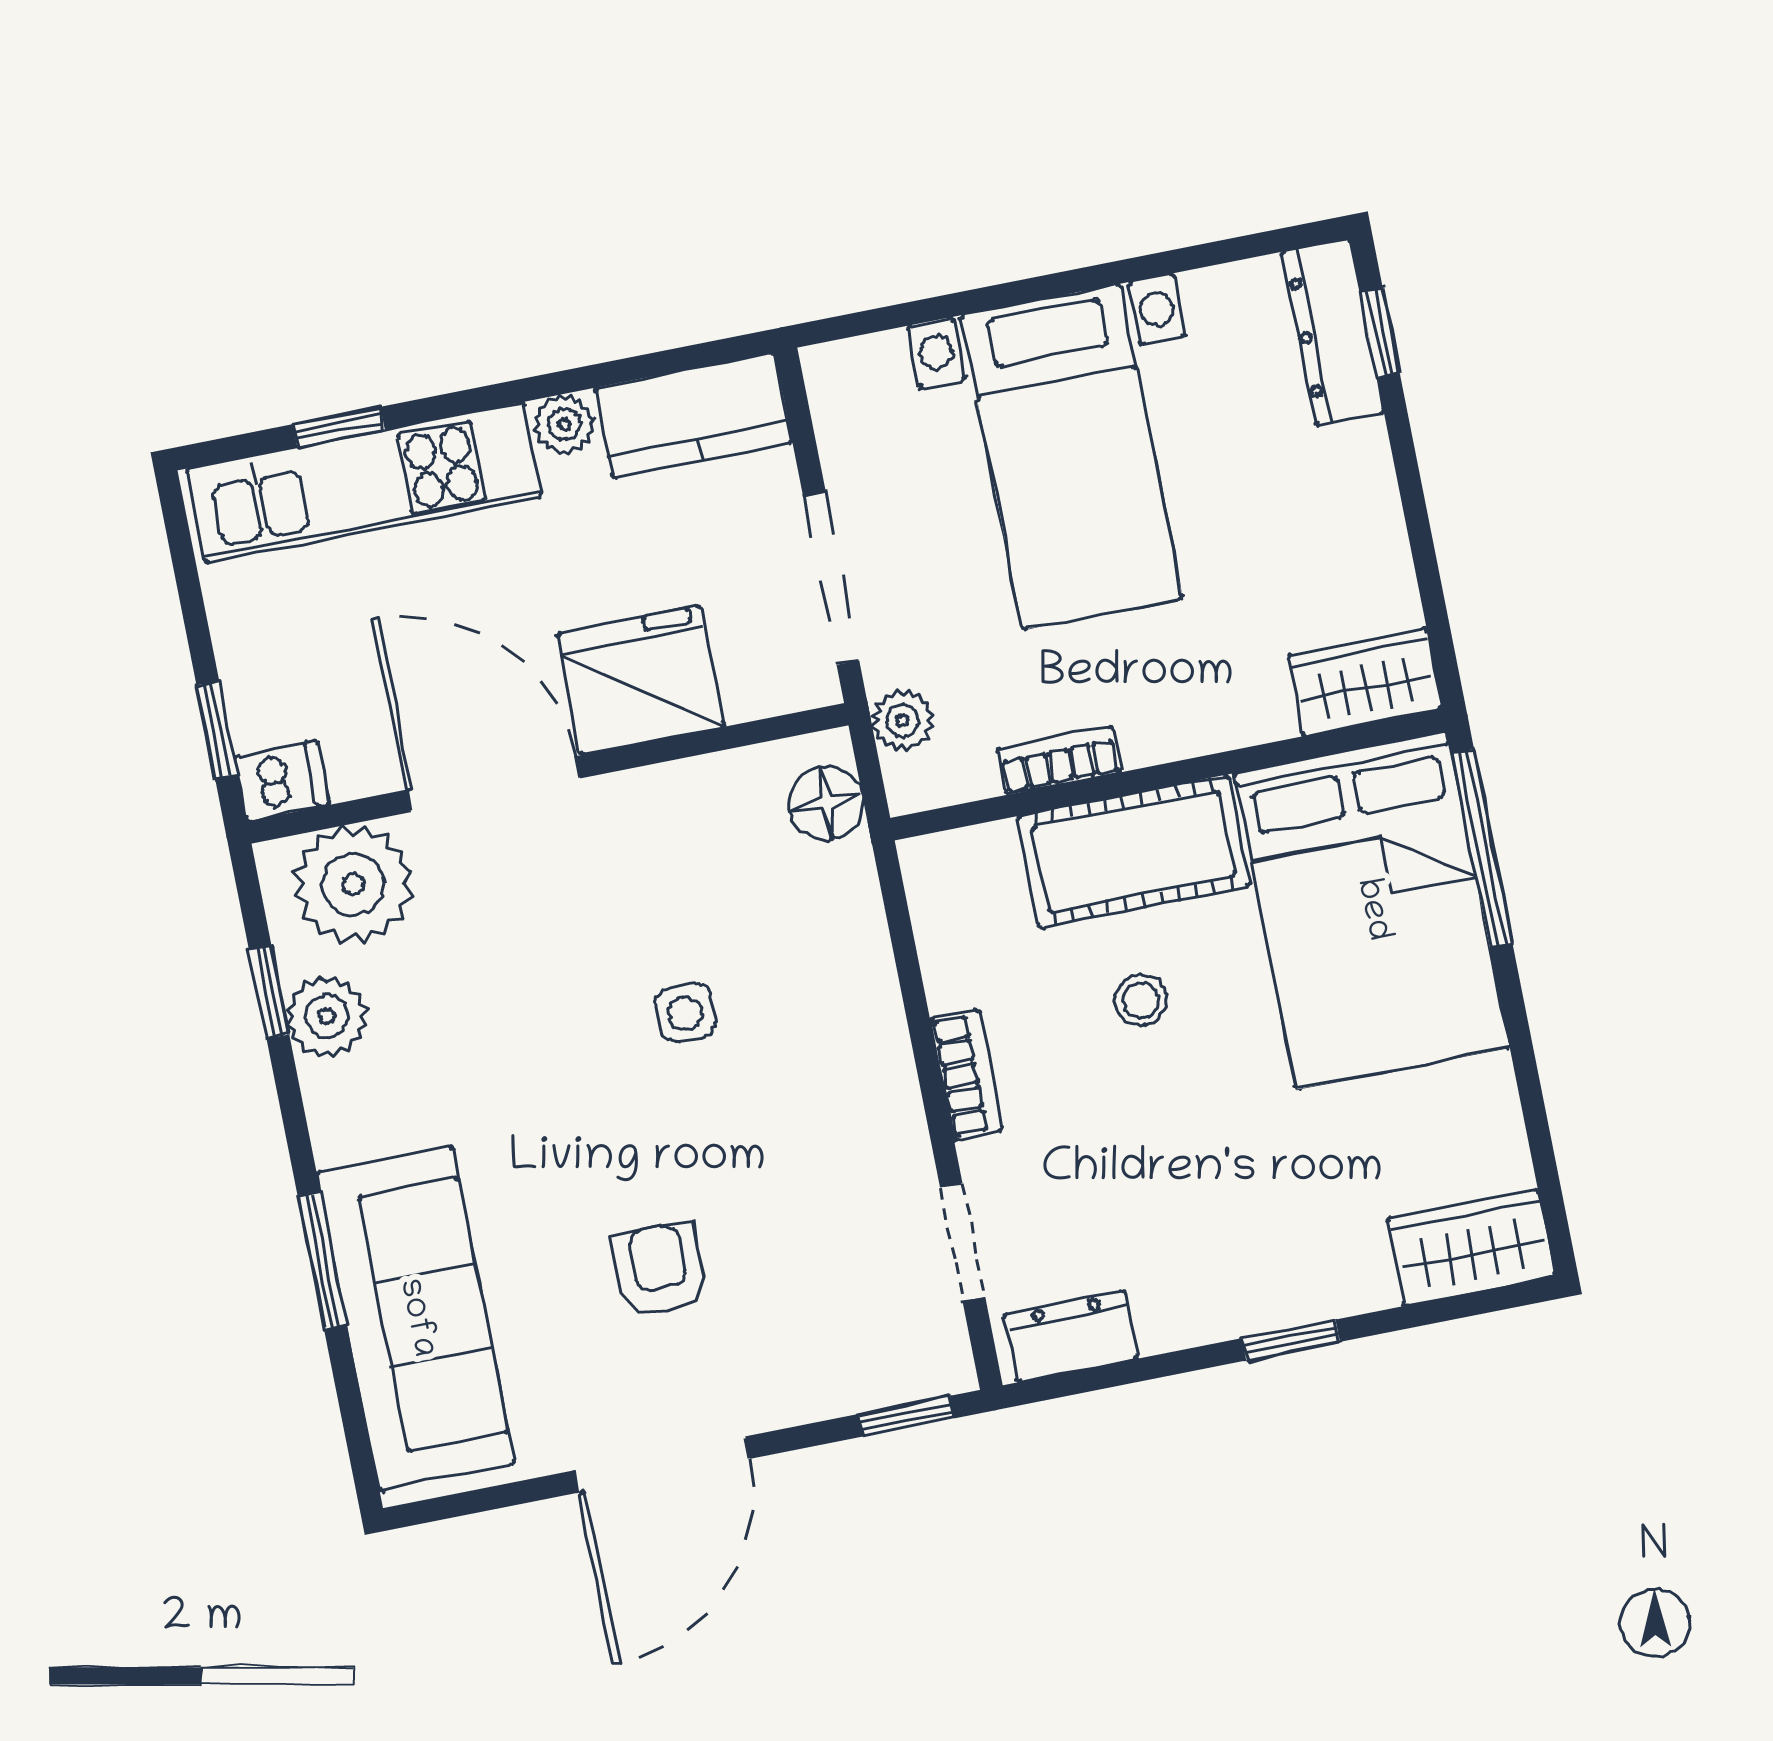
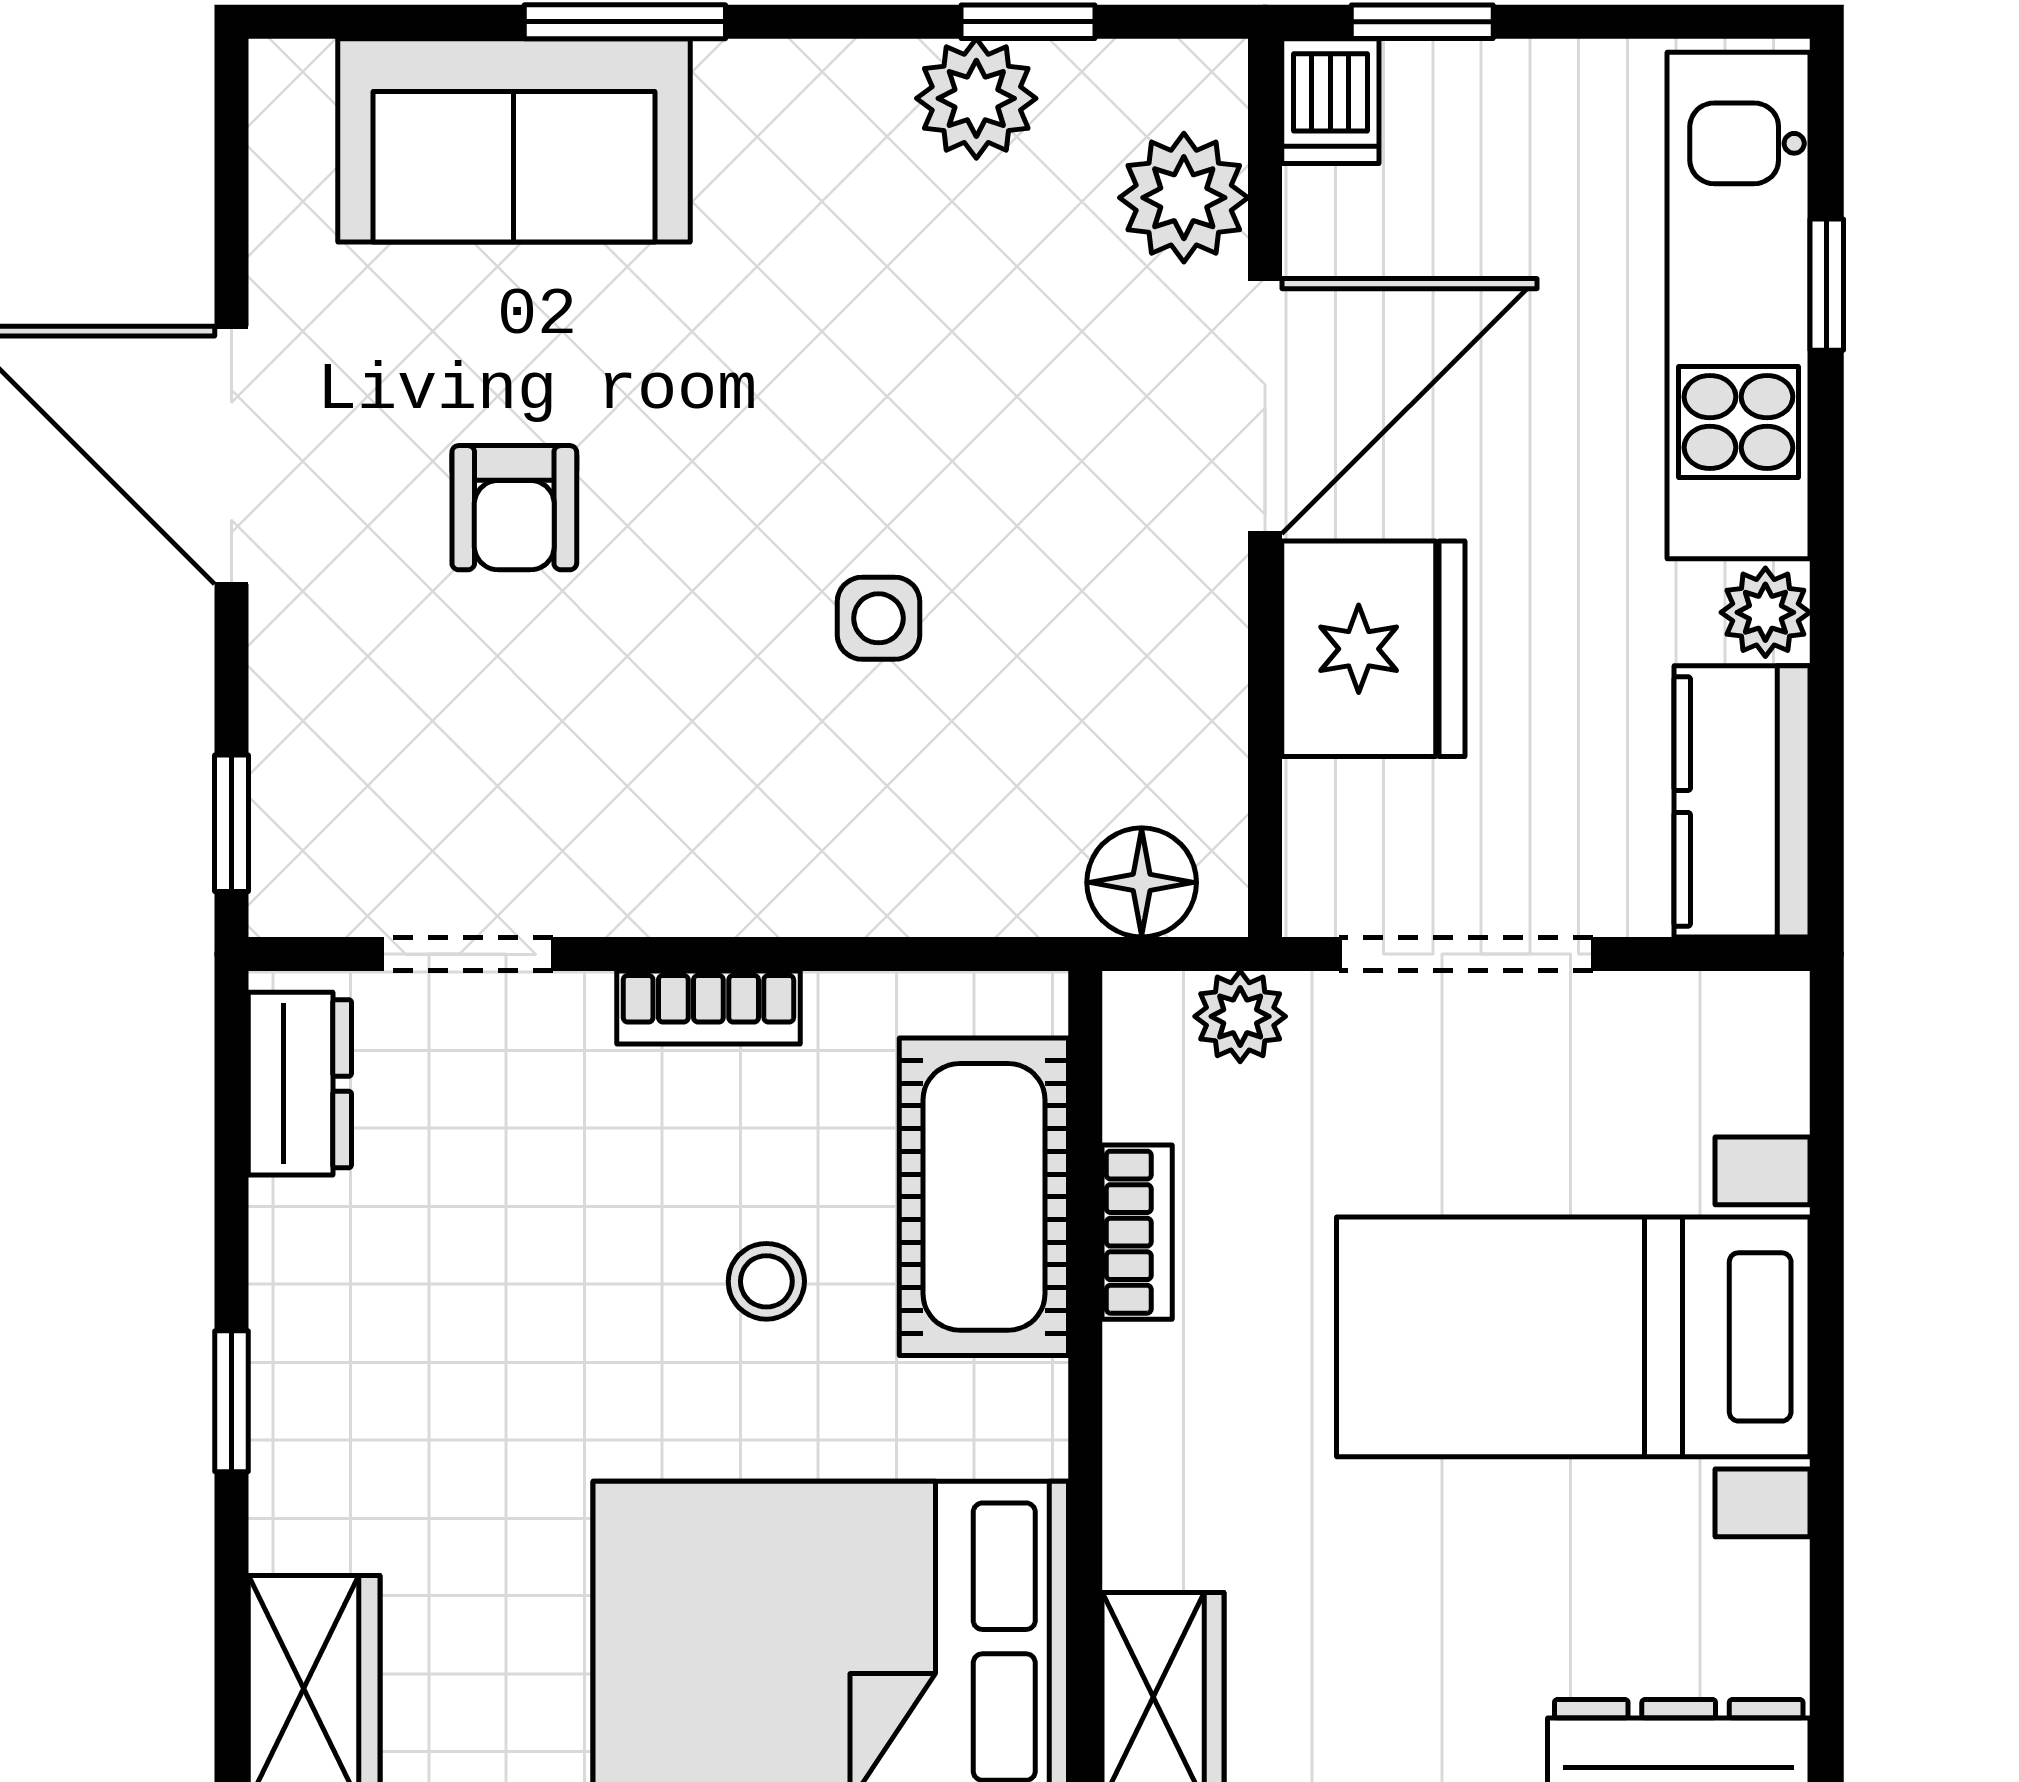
cot: (1133, 852) -> (984, 1197), moved
plant: (353, 884) -> (1184, 198), width x0.73, depth x0.73
armchair: (660, 1270) -> (514, 508), turned 90
sofa: (416, 1318) -> (514, 140), width x0.73

